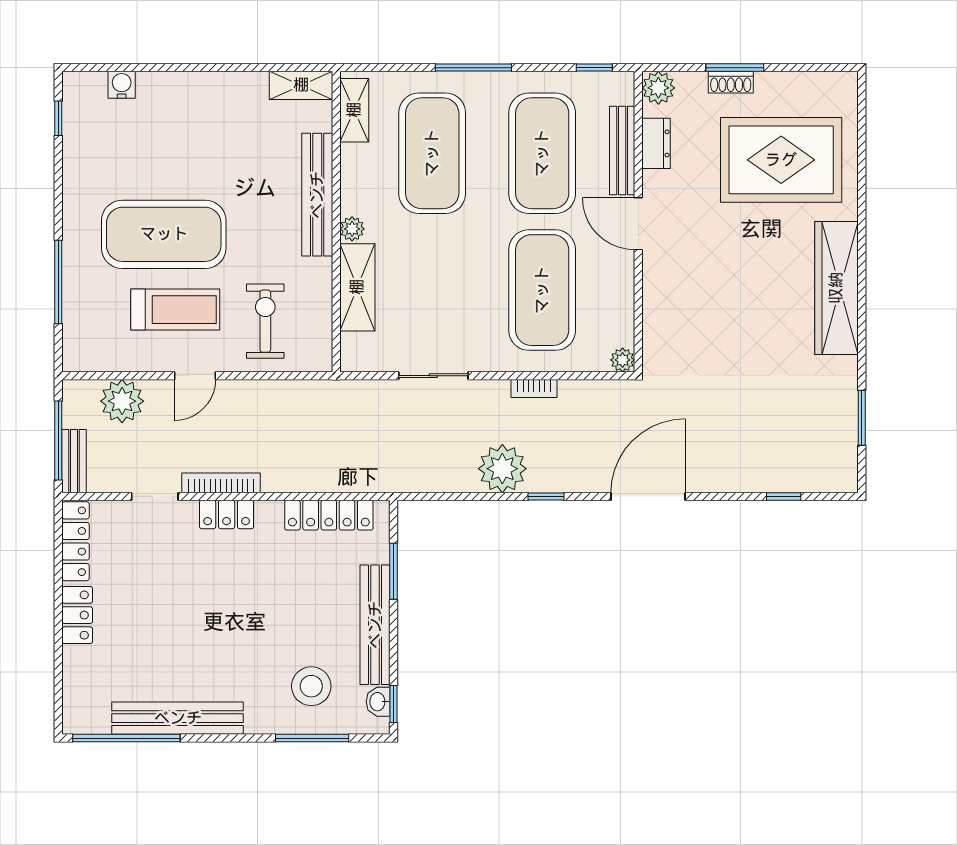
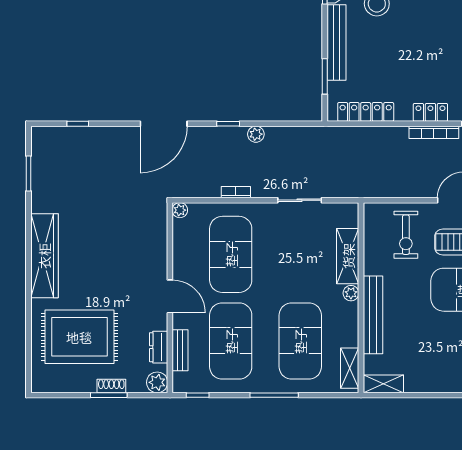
bench: (622, 151) -> (180, 350), width x0.73
plant: (502, 469) -> (256, 134), width x0.53, depth x0.53

